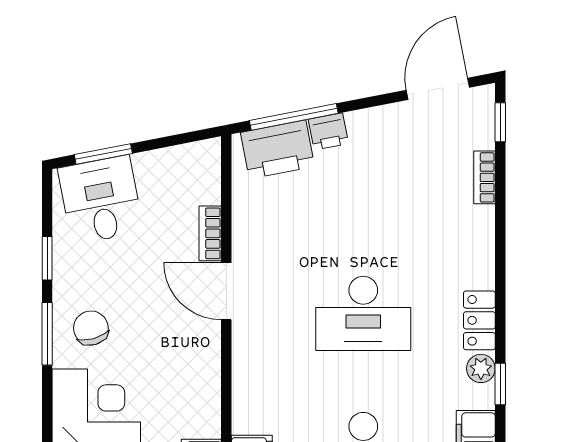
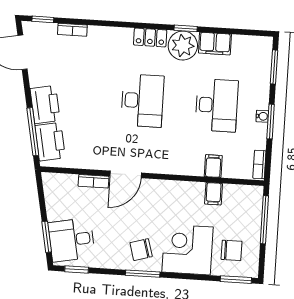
printer: (328, 131) -> (45, 105), width x1.87, depth x1.48
window: (47, 258) -> (77, 269), moved
plant: (481, 368) -> (183, 46), width x1.88, depth x1.88

